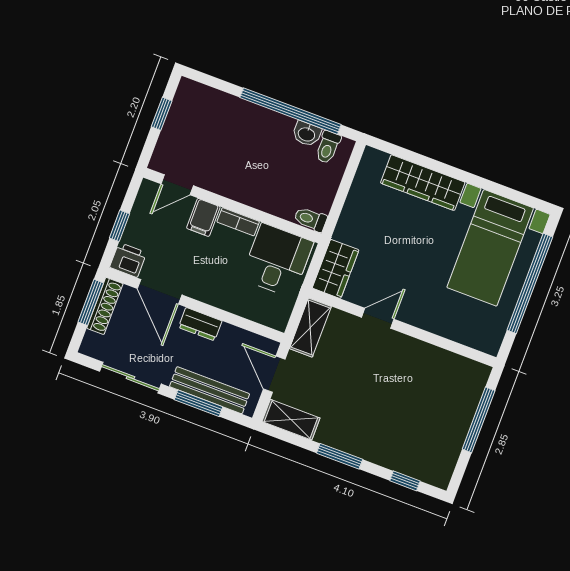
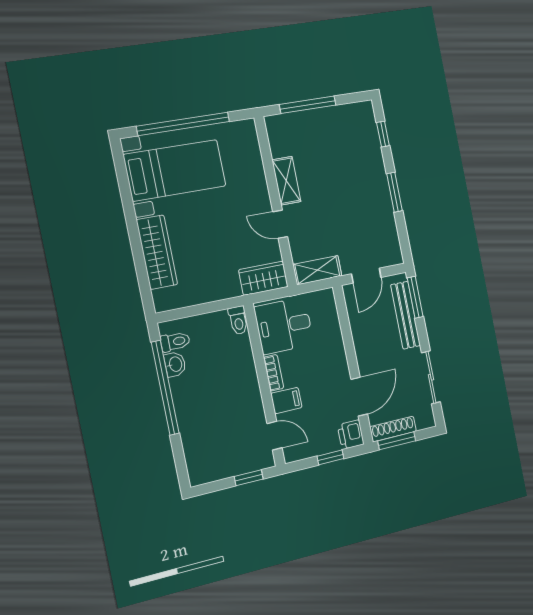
window: (162, 114) -> (249, 478), moved
dresser: (200, 324) -> (364, 352), removed
window: (198, 403) -> (415, 297), moved
shelving: (291, 420) -> (286, 181), moved

